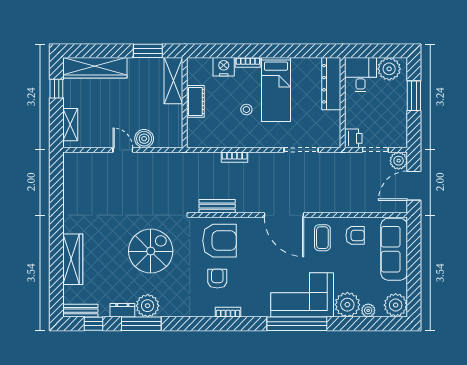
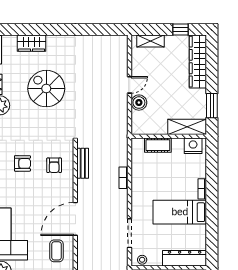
nightstand: (224, 67) -> (193, 146), moved, turned -90
cot: (195, 101) -> (158, 145), moved
stool: (246, 109) -> (142, 260), moved
coffee table: (322, 238) -> (56, 251), turned 90
armchair: (219, 241) -> (54, 165), width x0.53, depth x0.53
spiral stairs: (151, 251) -> (46, 89), moved, turned 180
wardrobe: (73, 259) -> (31, 43), width x0.67

